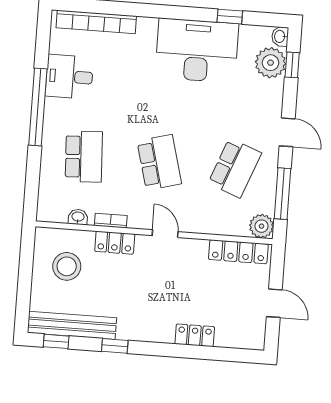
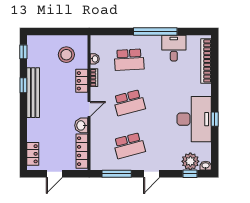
window: (230, 17) -> (215, 119), moved
school desk: (235, 168) -> (129, 146), turned -36
plant: (262, 226) -> (97, 163), removed
washbasin: (193, 249) -> (81, 125), added
bench: (72, 325) -> (33, 93), moved
locker: (195, 335) -> (33, 154), moved

